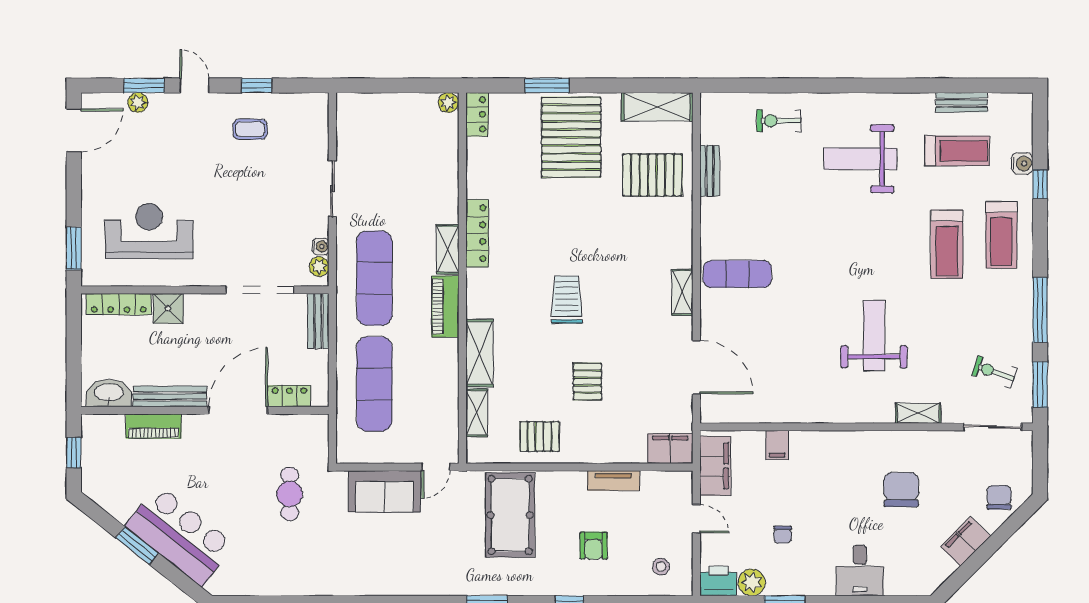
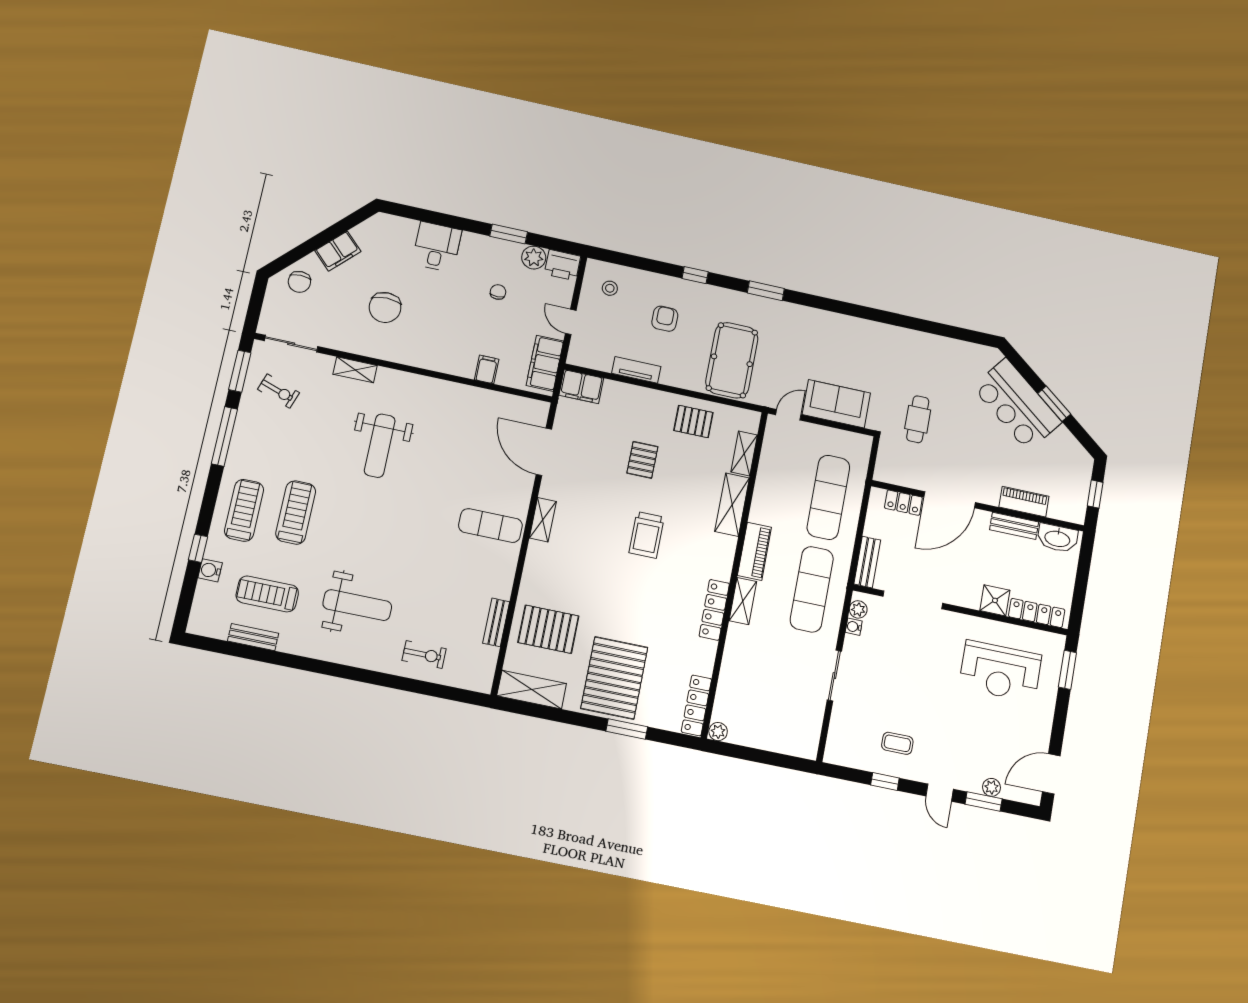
locker: (477, 114) -> (696, 705), width x1.53
bench: (170, 396) -> (1014, 526), width x0.73

